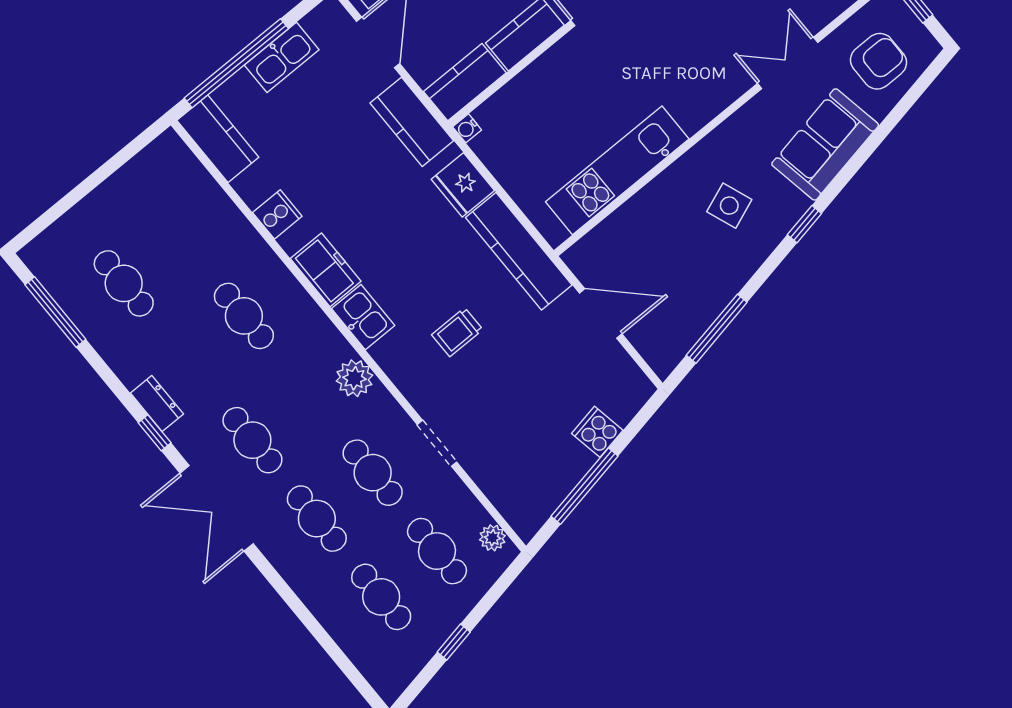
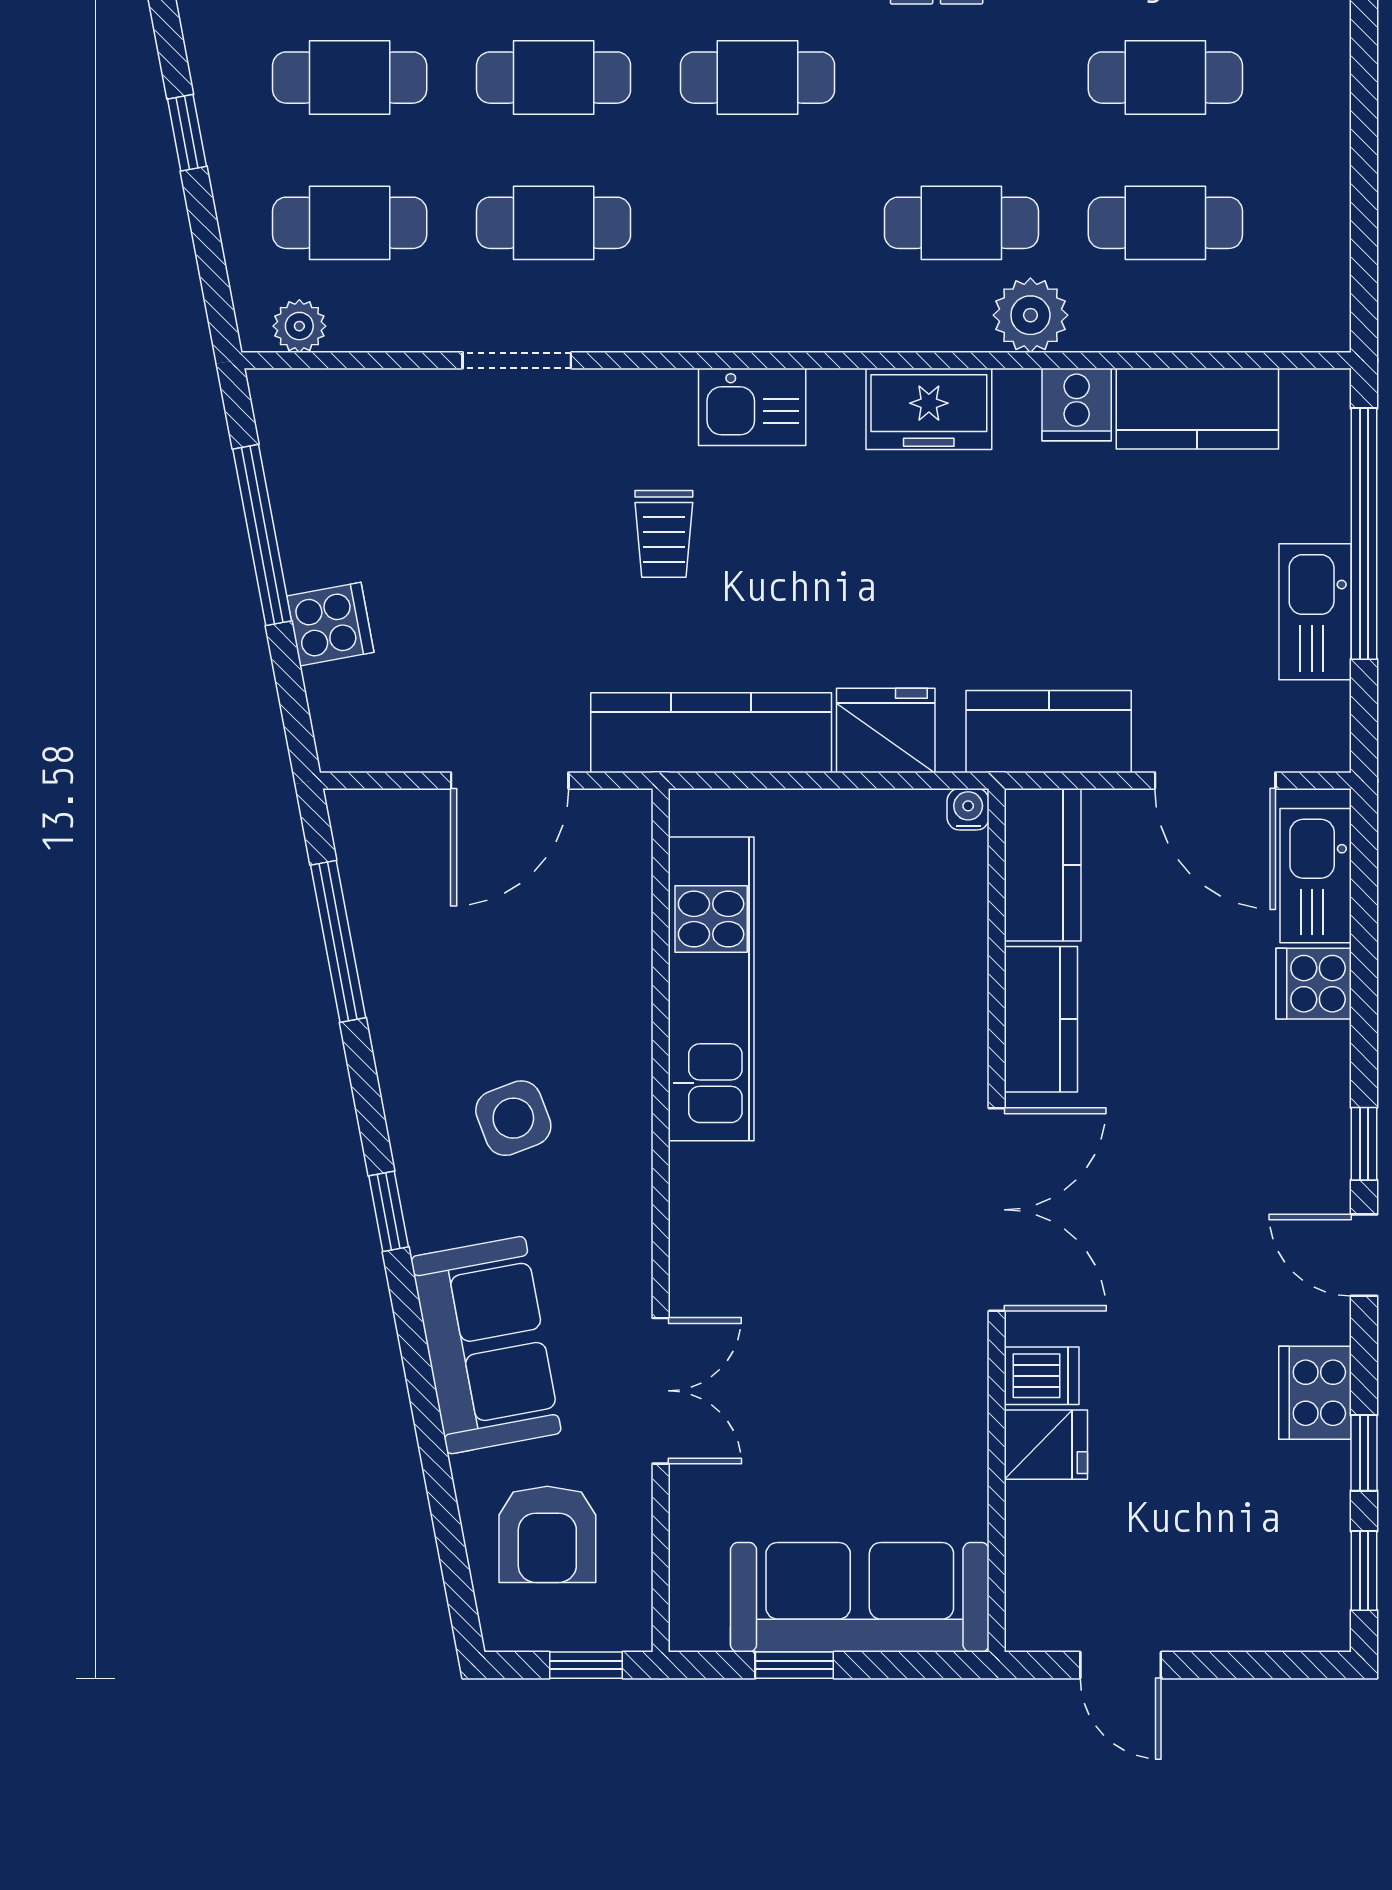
kitchen counter: (218, 139) -> (1197, 409), moved
cafe table: (180, 238) -> (1165, 223), added
kitchen sink: (363, 317) -> (752, 407), moved
trolley: (457, 332) -> (664, 534), turned 180
plant: (354, 378) -> (1030, 315), moved

